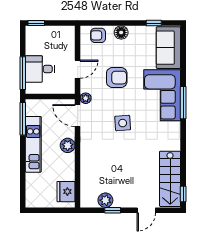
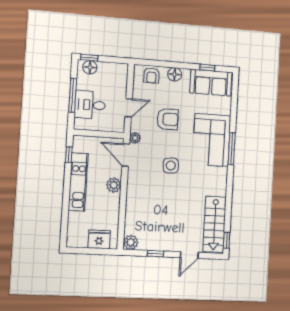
floor lamp: (38, 32) -> (90, 67), added
armchair: (98, 35) -> (151, 75), turned -90
sofa: (168, 48) -> (211, 83), moved, turned -90
window: (23, 73) -> (73, 95), moved
window: (23, 119) -> (69, 155), width x0.46
fridge: (66, 192) -> (99, 239), moved, turned 90
plant: (105, 200) -> (131, 242), moved

